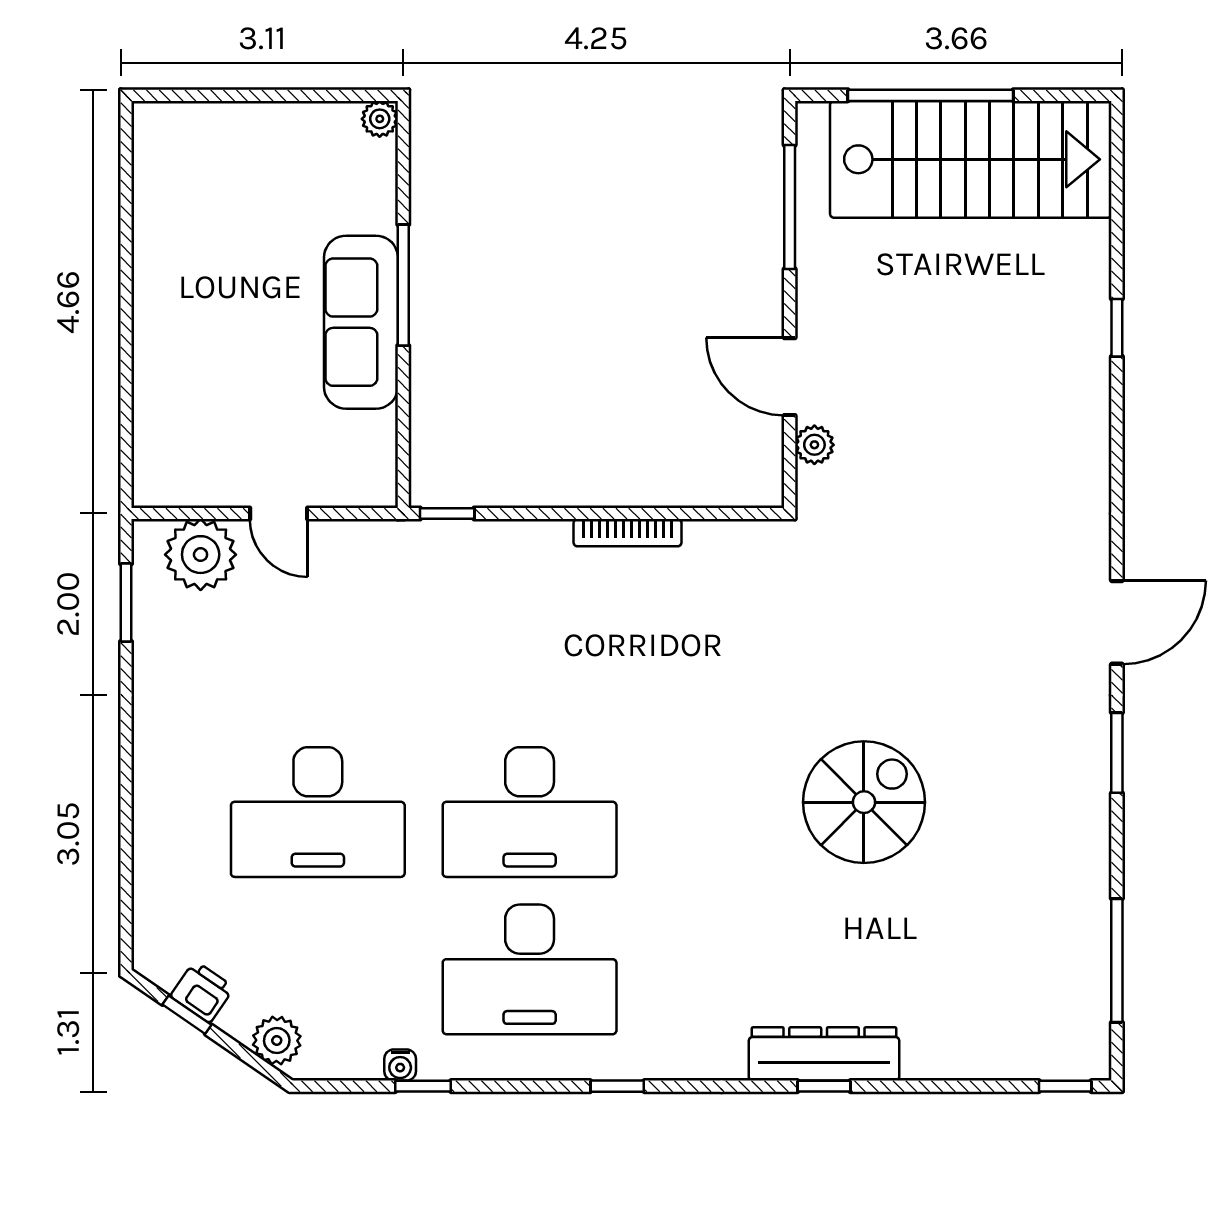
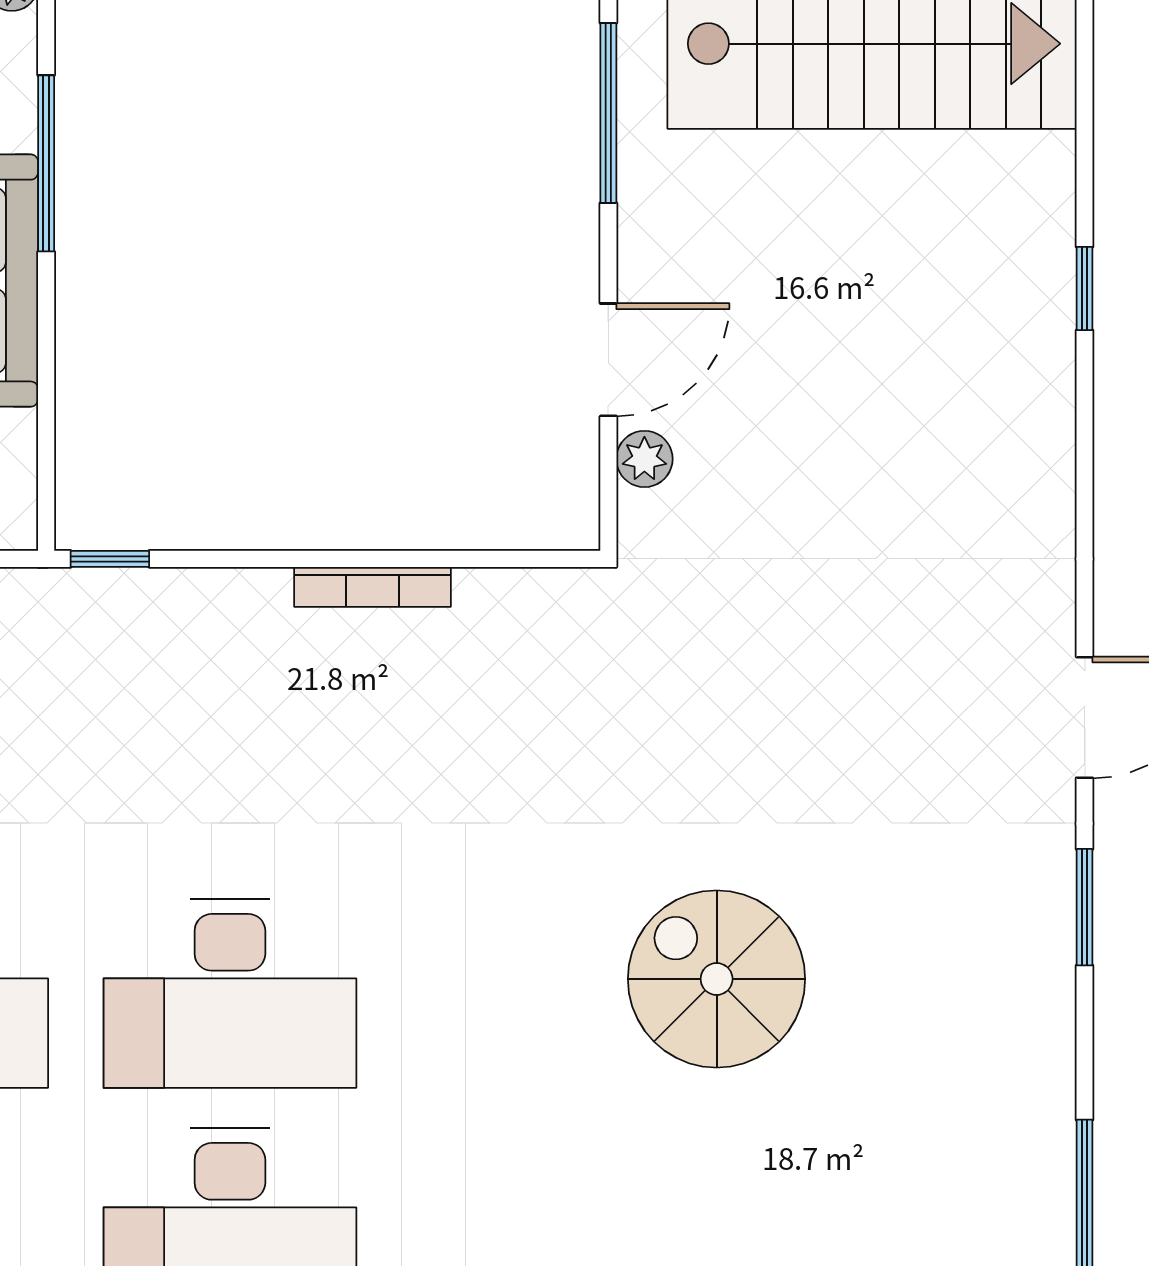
window: (403, 285) -> (46, 163), moved
door: (790, 377) -> (608, 360), swing flipped
spiral stairs: (864, 802) -> (717, 979), turned -90

